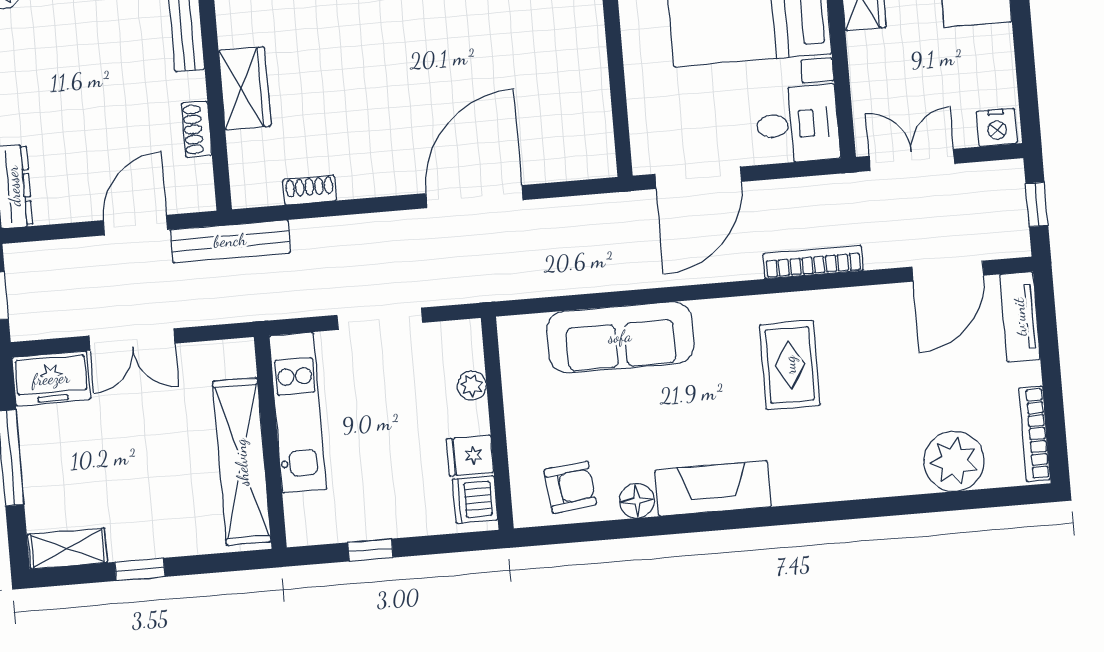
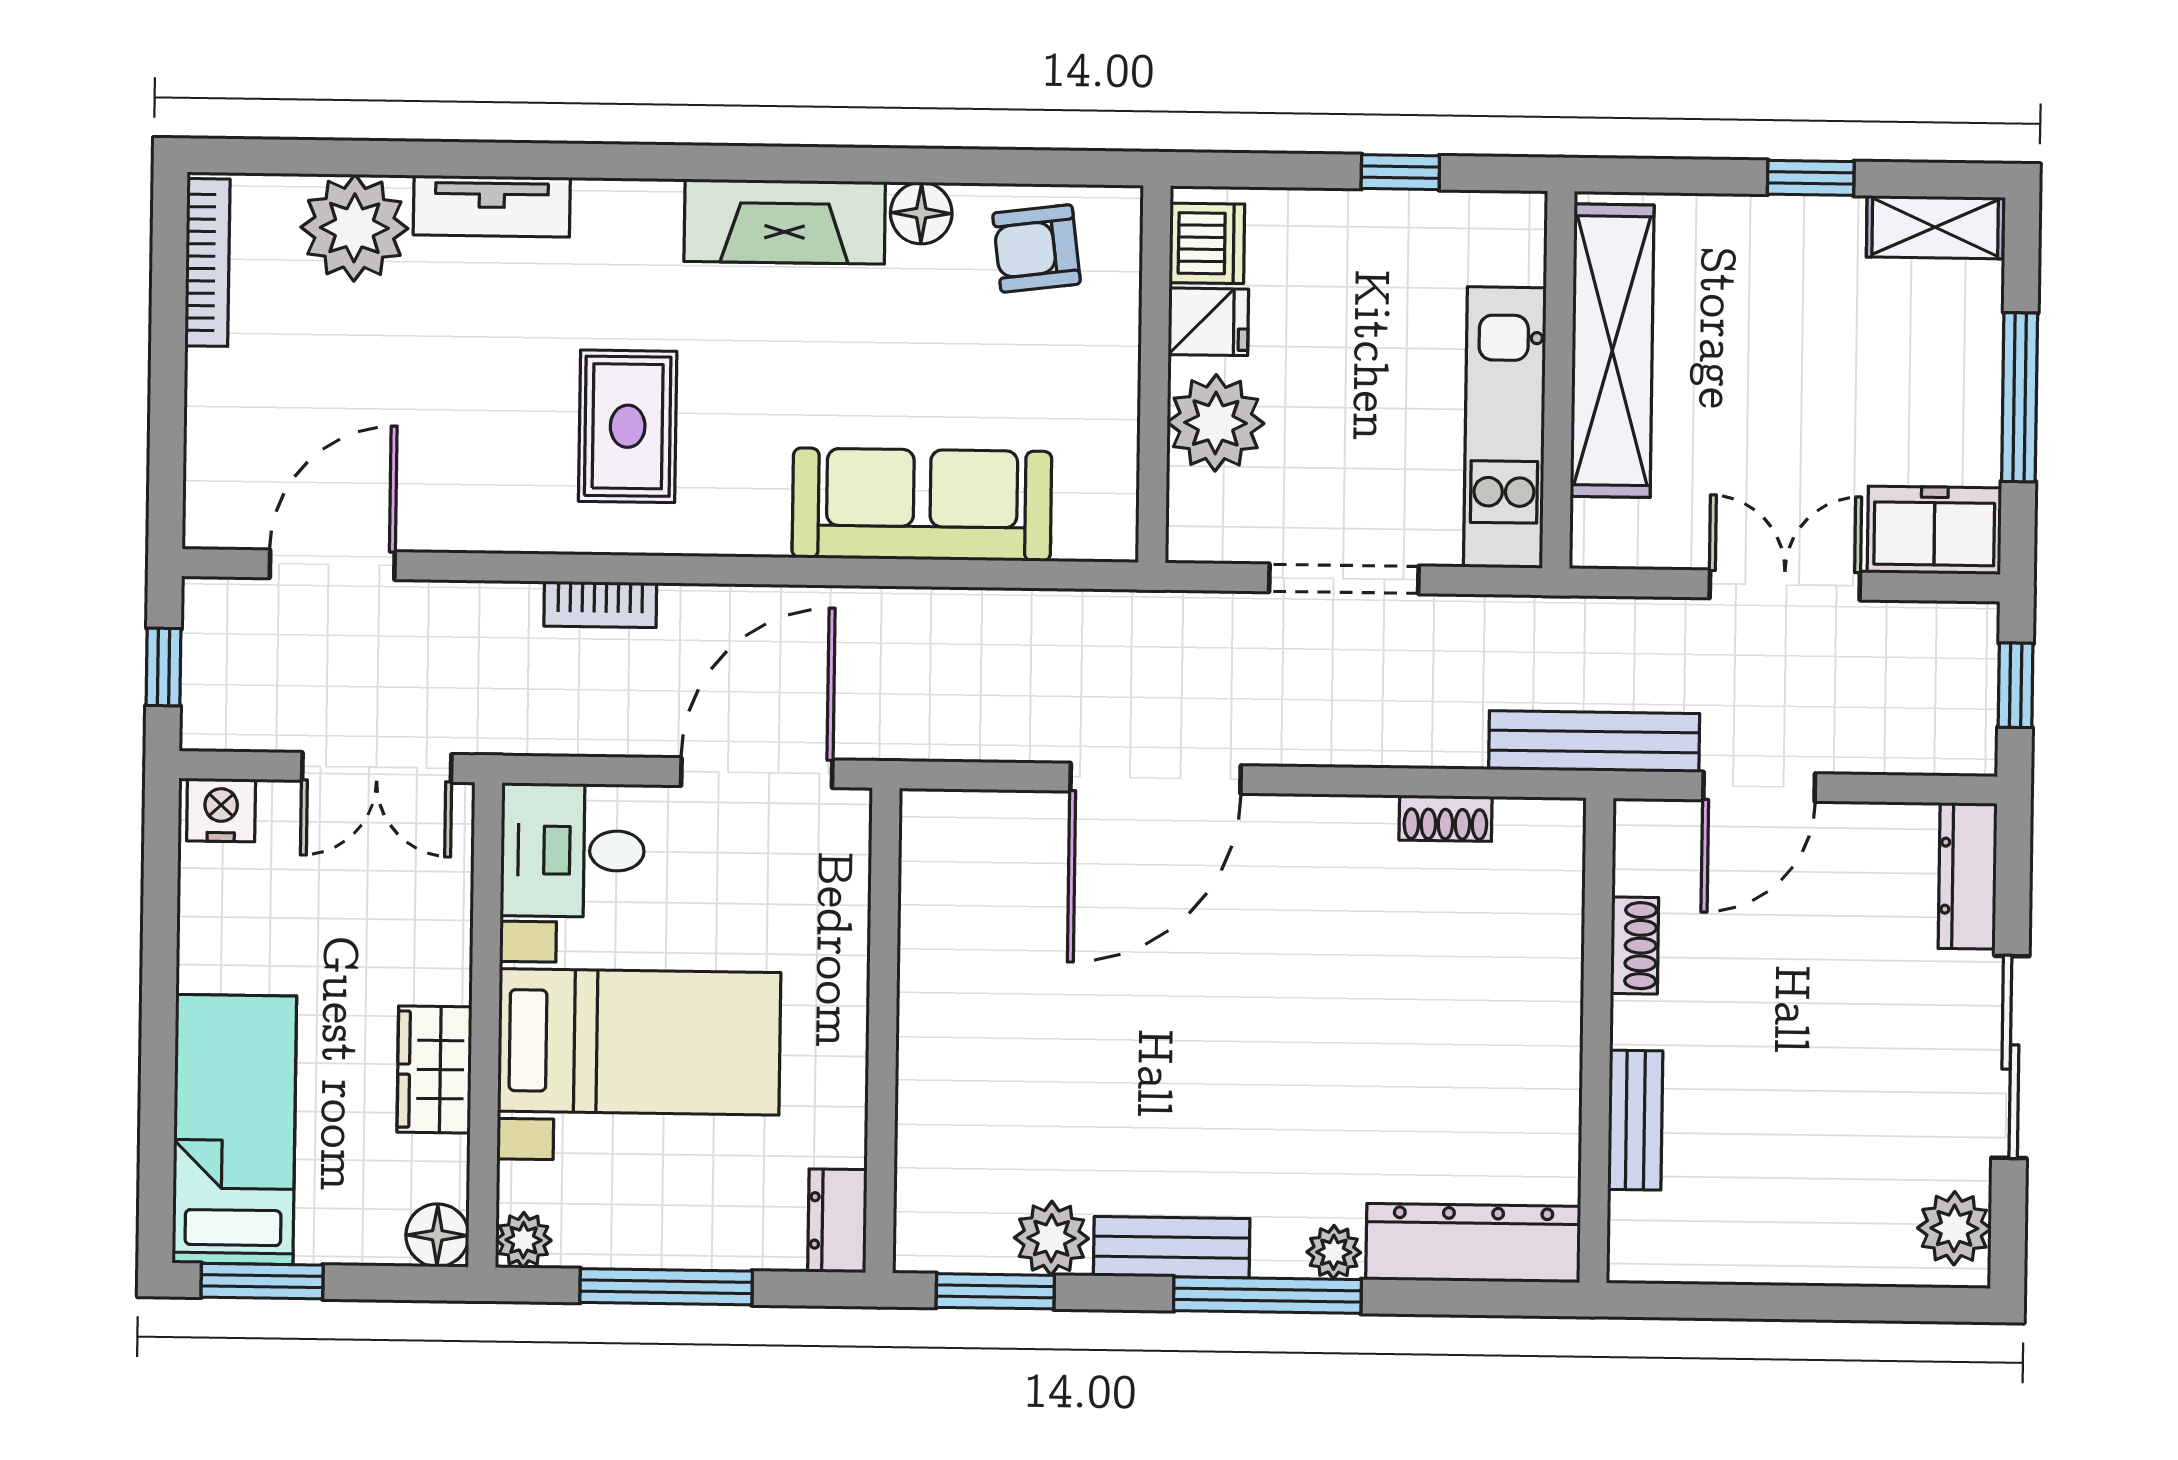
wardrobe: (245, 88) -> (1542, 1009), removed
bookcase: (813, 262) -> (600, 604), width x0.64
tv unit: (1020, 317) -> (492, 206), moved, turned 90
plant: (472, 385) -> (1216, 423), width x1.87, depth x1.87

